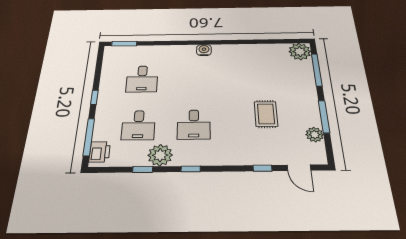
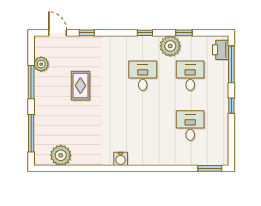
water cooler: (204, 50) -> (121, 159), moved
plant: (300, 52) -> (61, 155), moved

